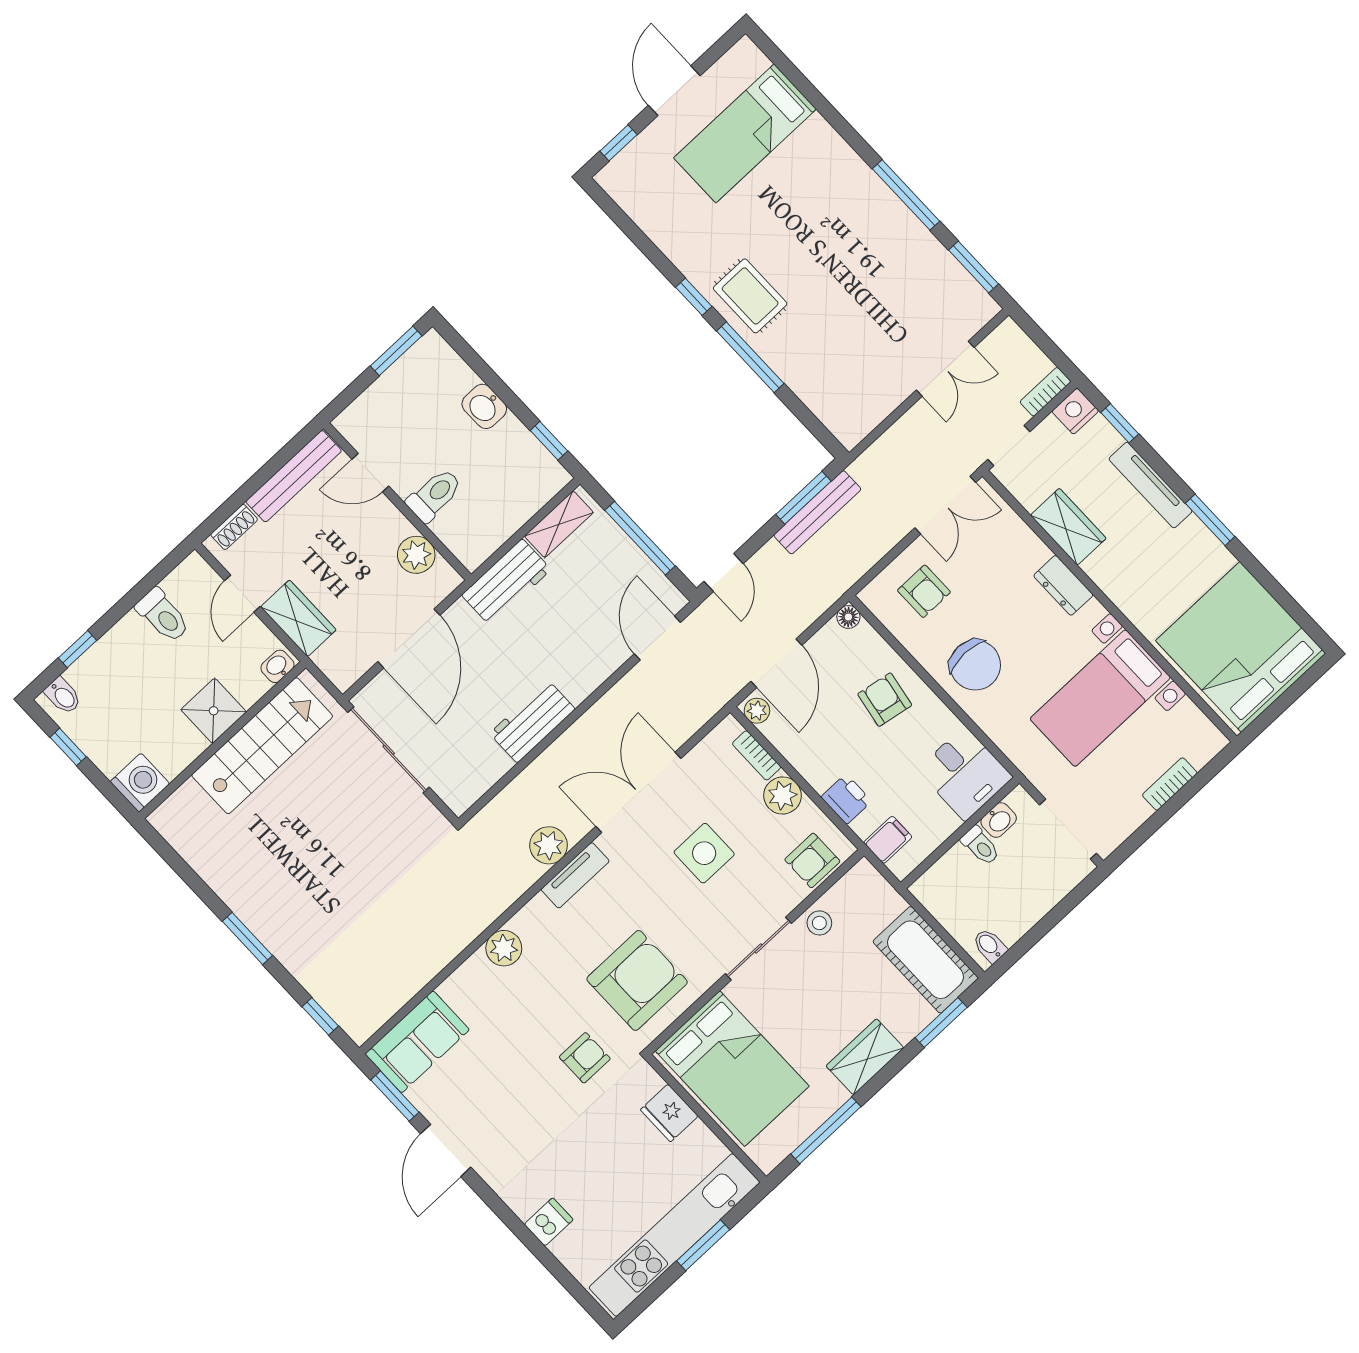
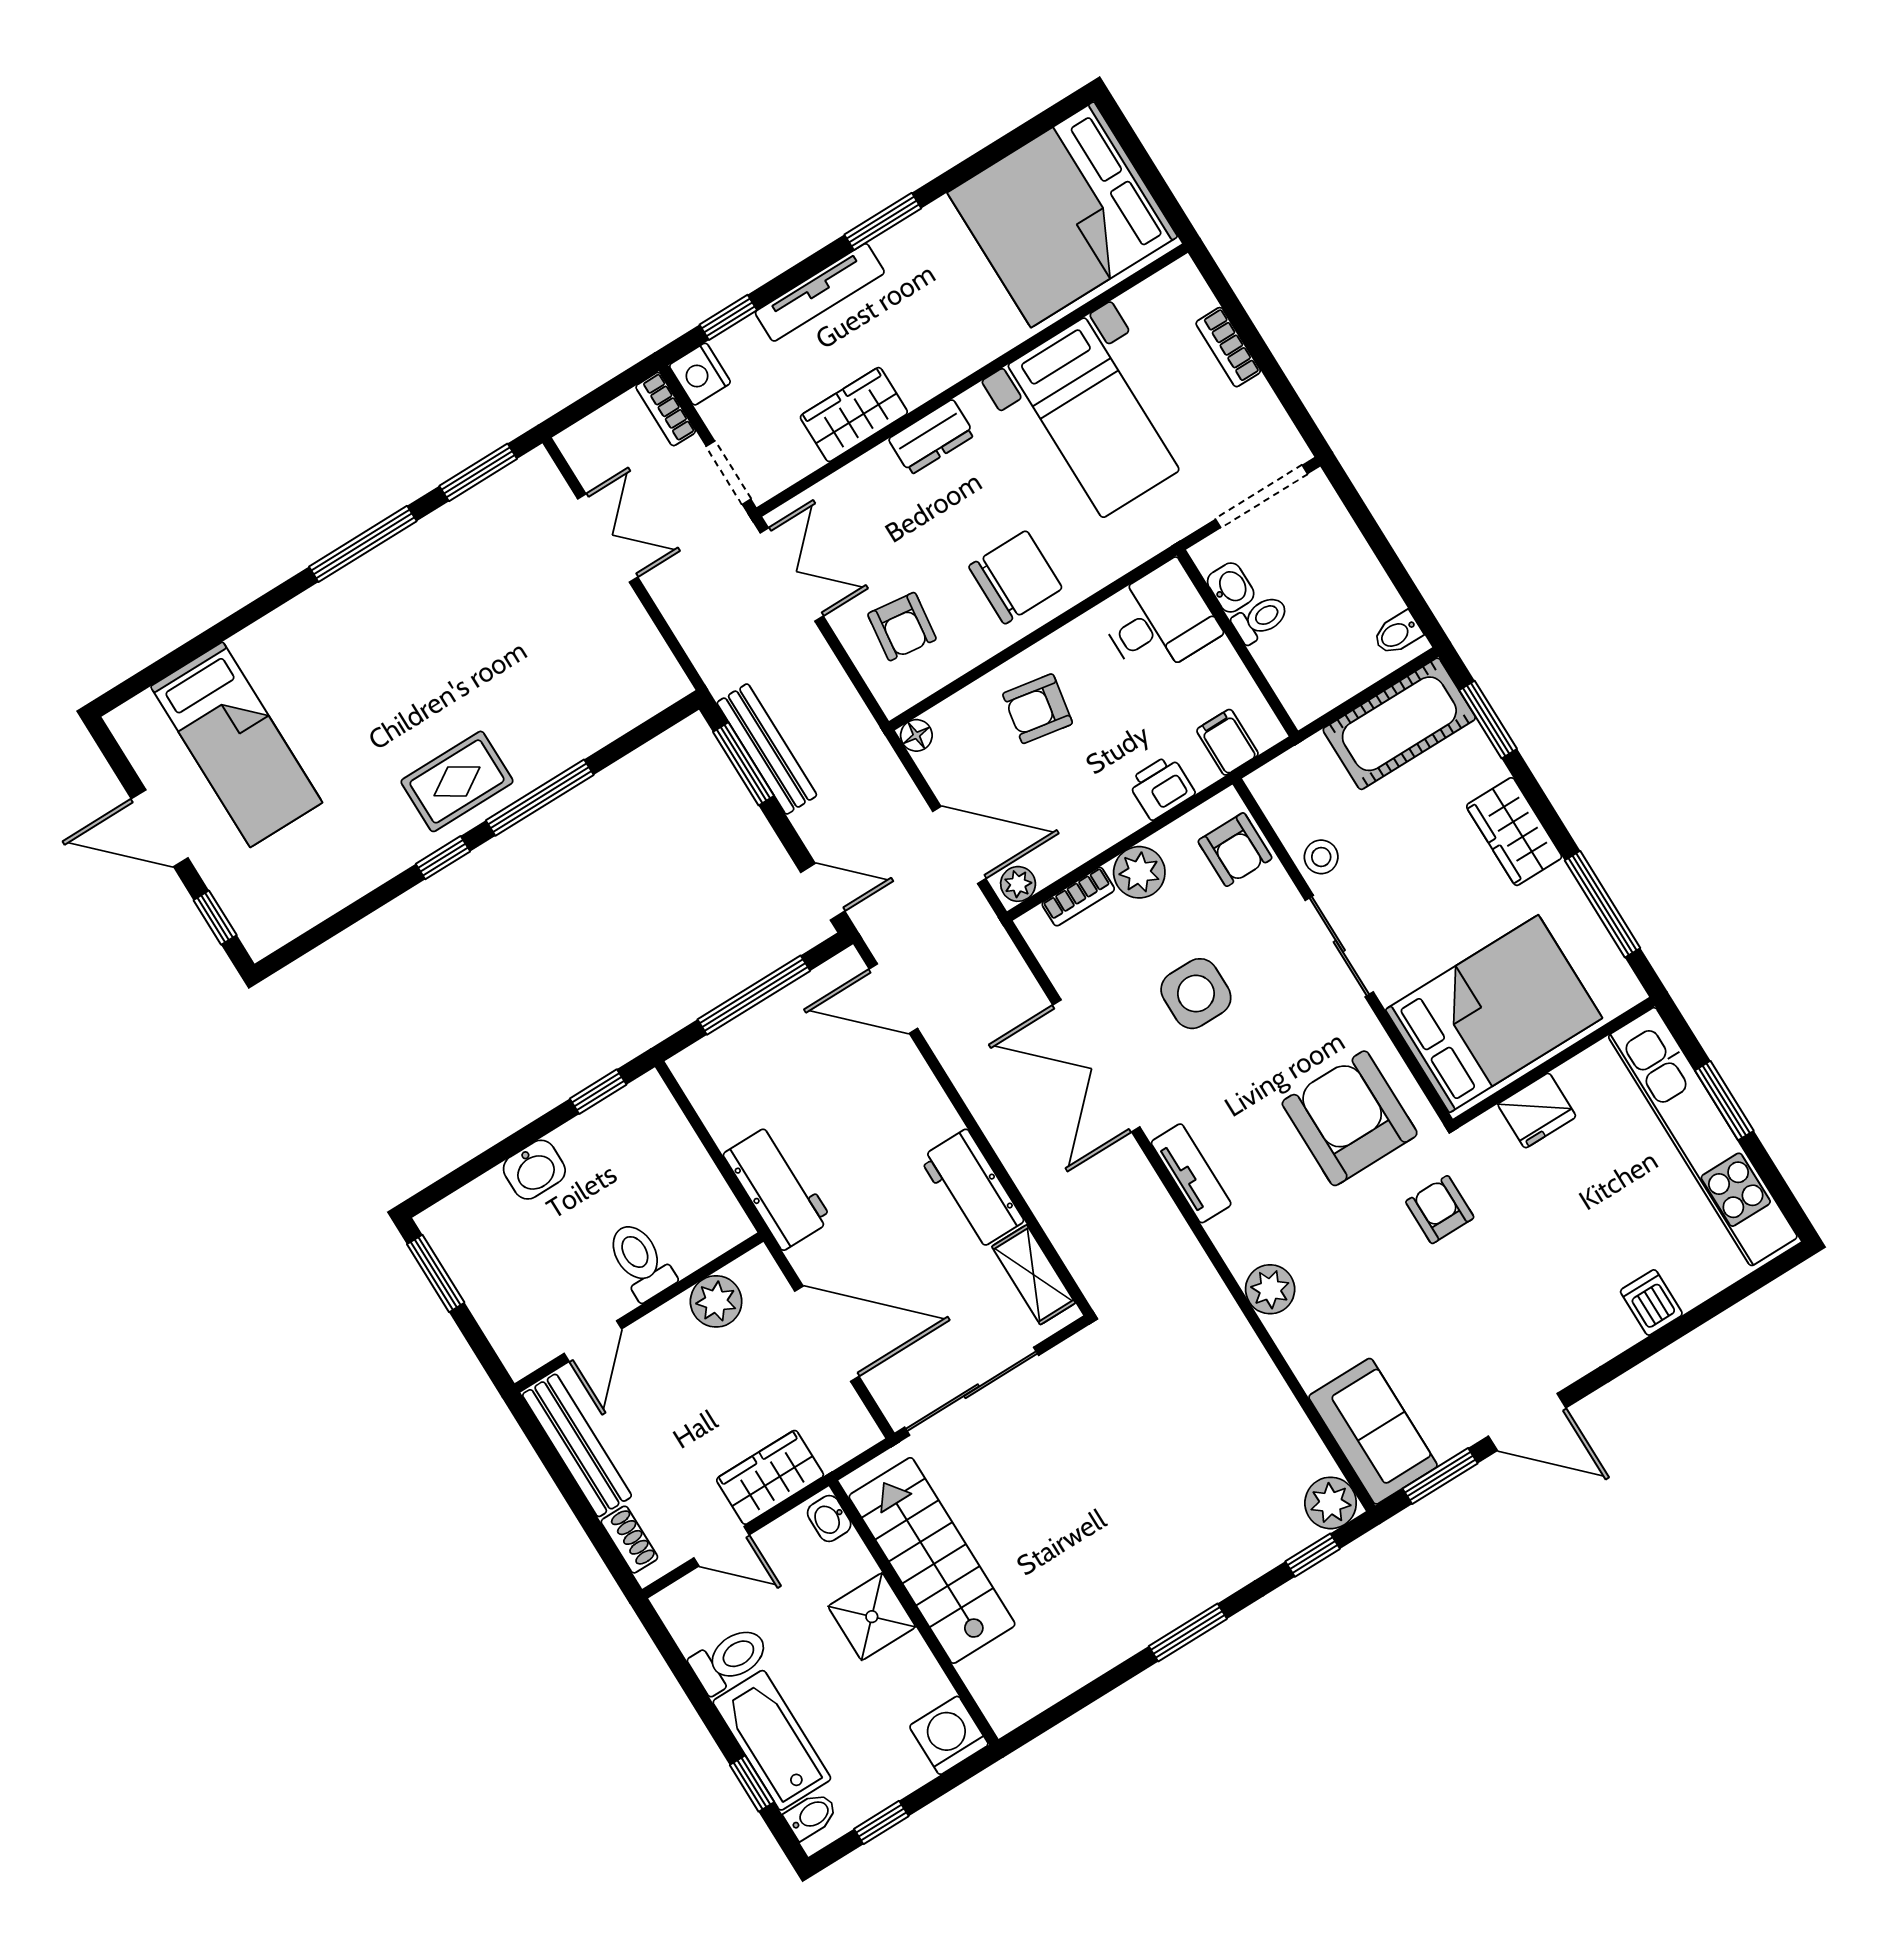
shelving: (559, 524) -> (1034, 1275), moved
armchair: (924, 591) -> (902, 627), turned 97
bathtub: (111, 657) -> (772, 1740), added
plant: (549, 845) -> (1331, 1503), moved

